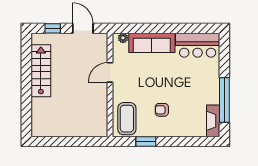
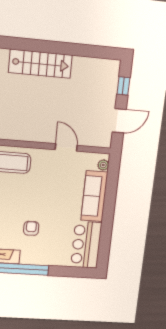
stairs: (41, 71) -> (40, 64), moved
armchair: (162, 110) -> (31, 228), moved

